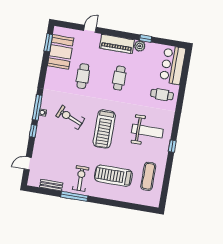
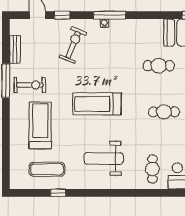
exercise bike: (70, 117) -> (73, 45), moved
window: (33, 131) -> (62, 15), moved
weight bench: (147, 131) -> (104, 158), turned 90
window: (172, 146) -> (58, 193), moved

